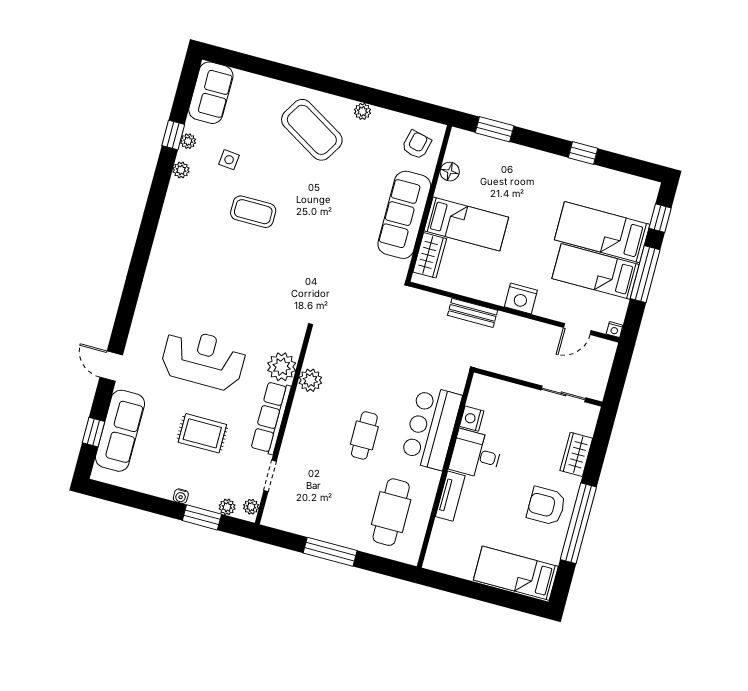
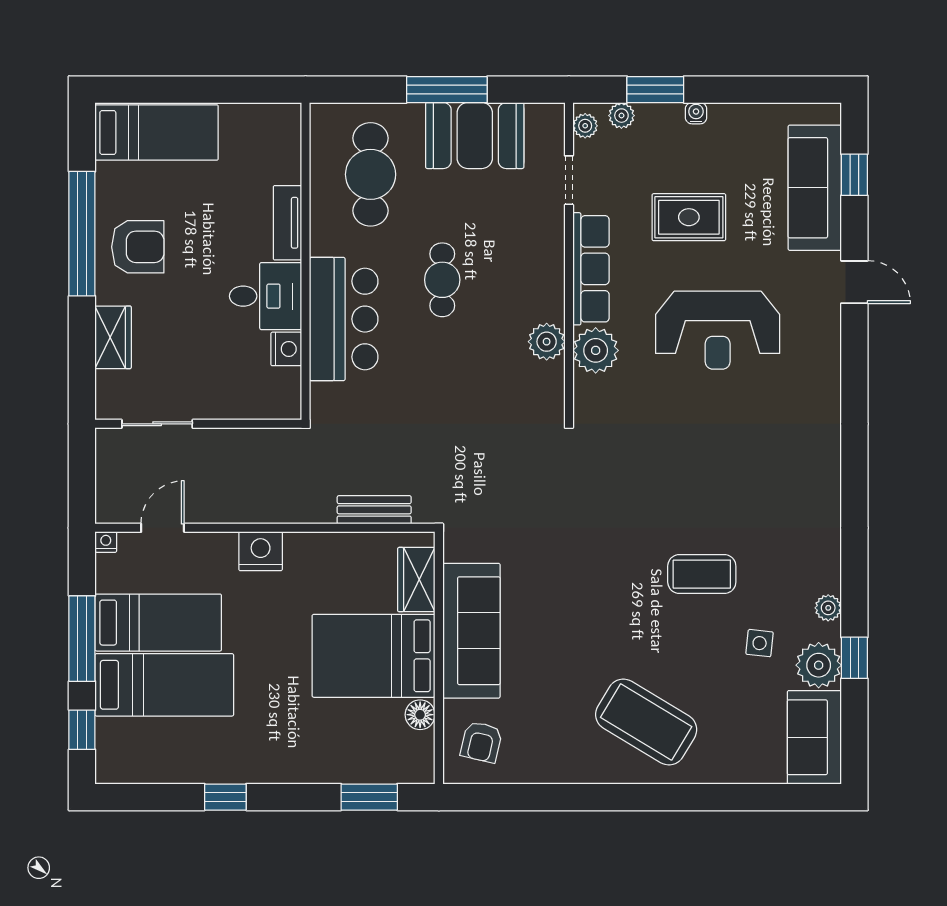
plant: (362, 111) -> (577, 771), removed
plant: (188, 141) -> (819, 665), width x1.87, depth x1.87
bed: (466, 224) -> (374, 656), width x1.50
bench: (473, 313) -> (374, 510), moved
booth: (321, 519) -> (475, 136), added

